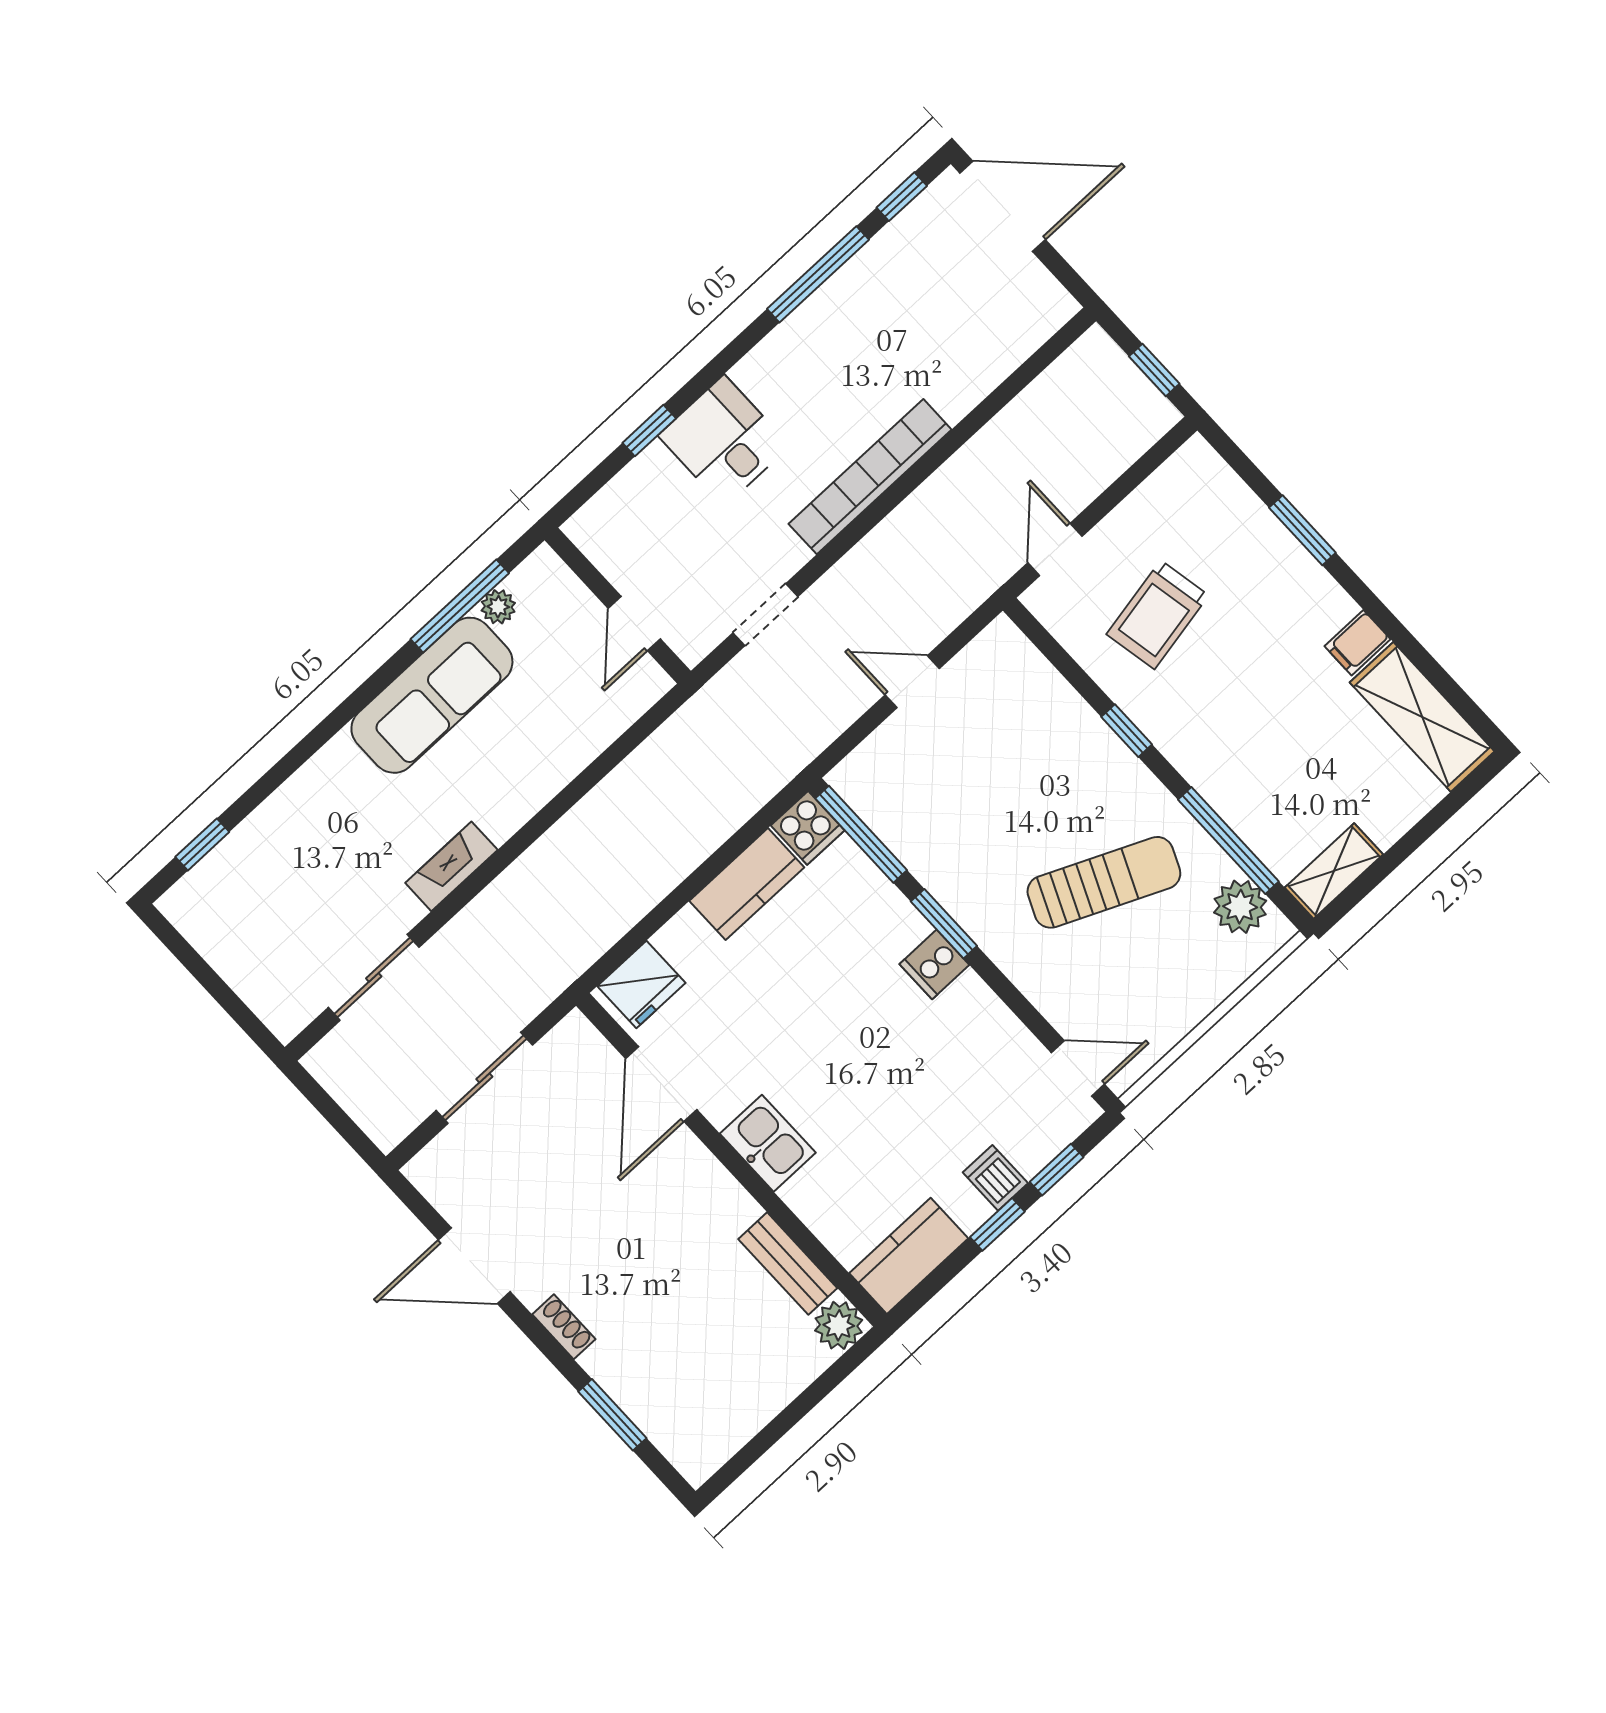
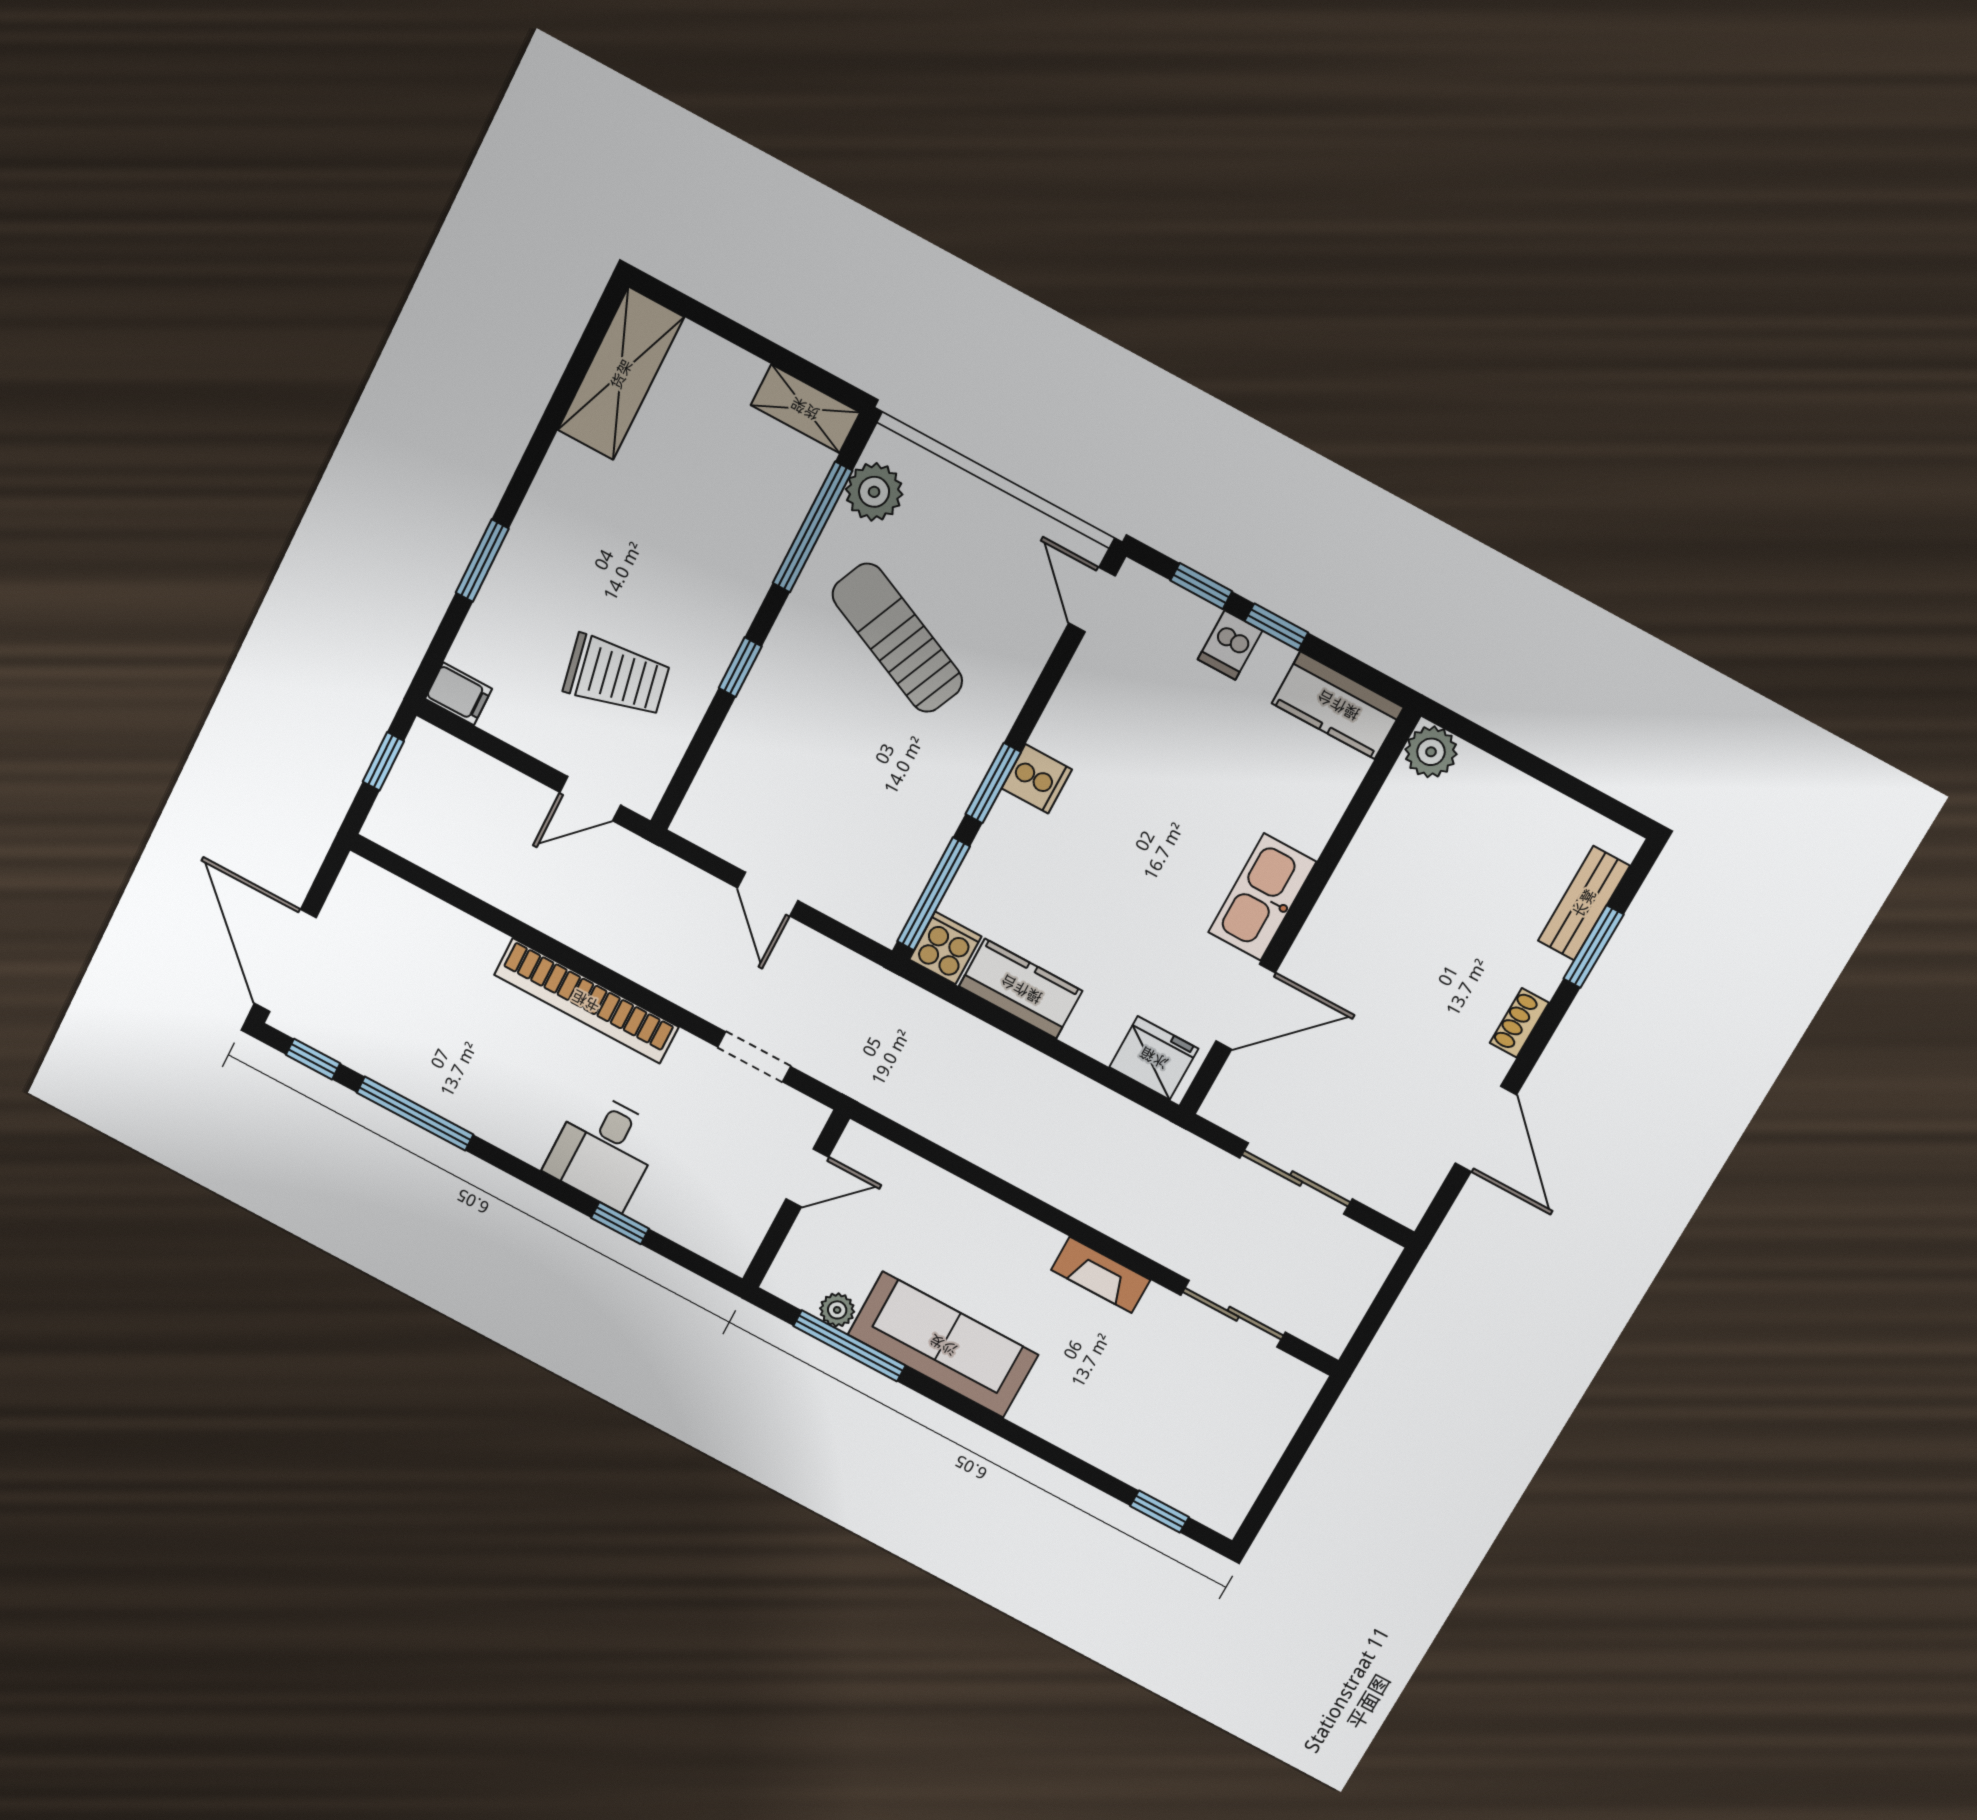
filing cabinet: (1357, 643) -> (458, 694), moved
kitchen sink: (768, 1143) -> (1262, 897), width x1.38
bench: (788, 1264) -> (1584, 903), moved

